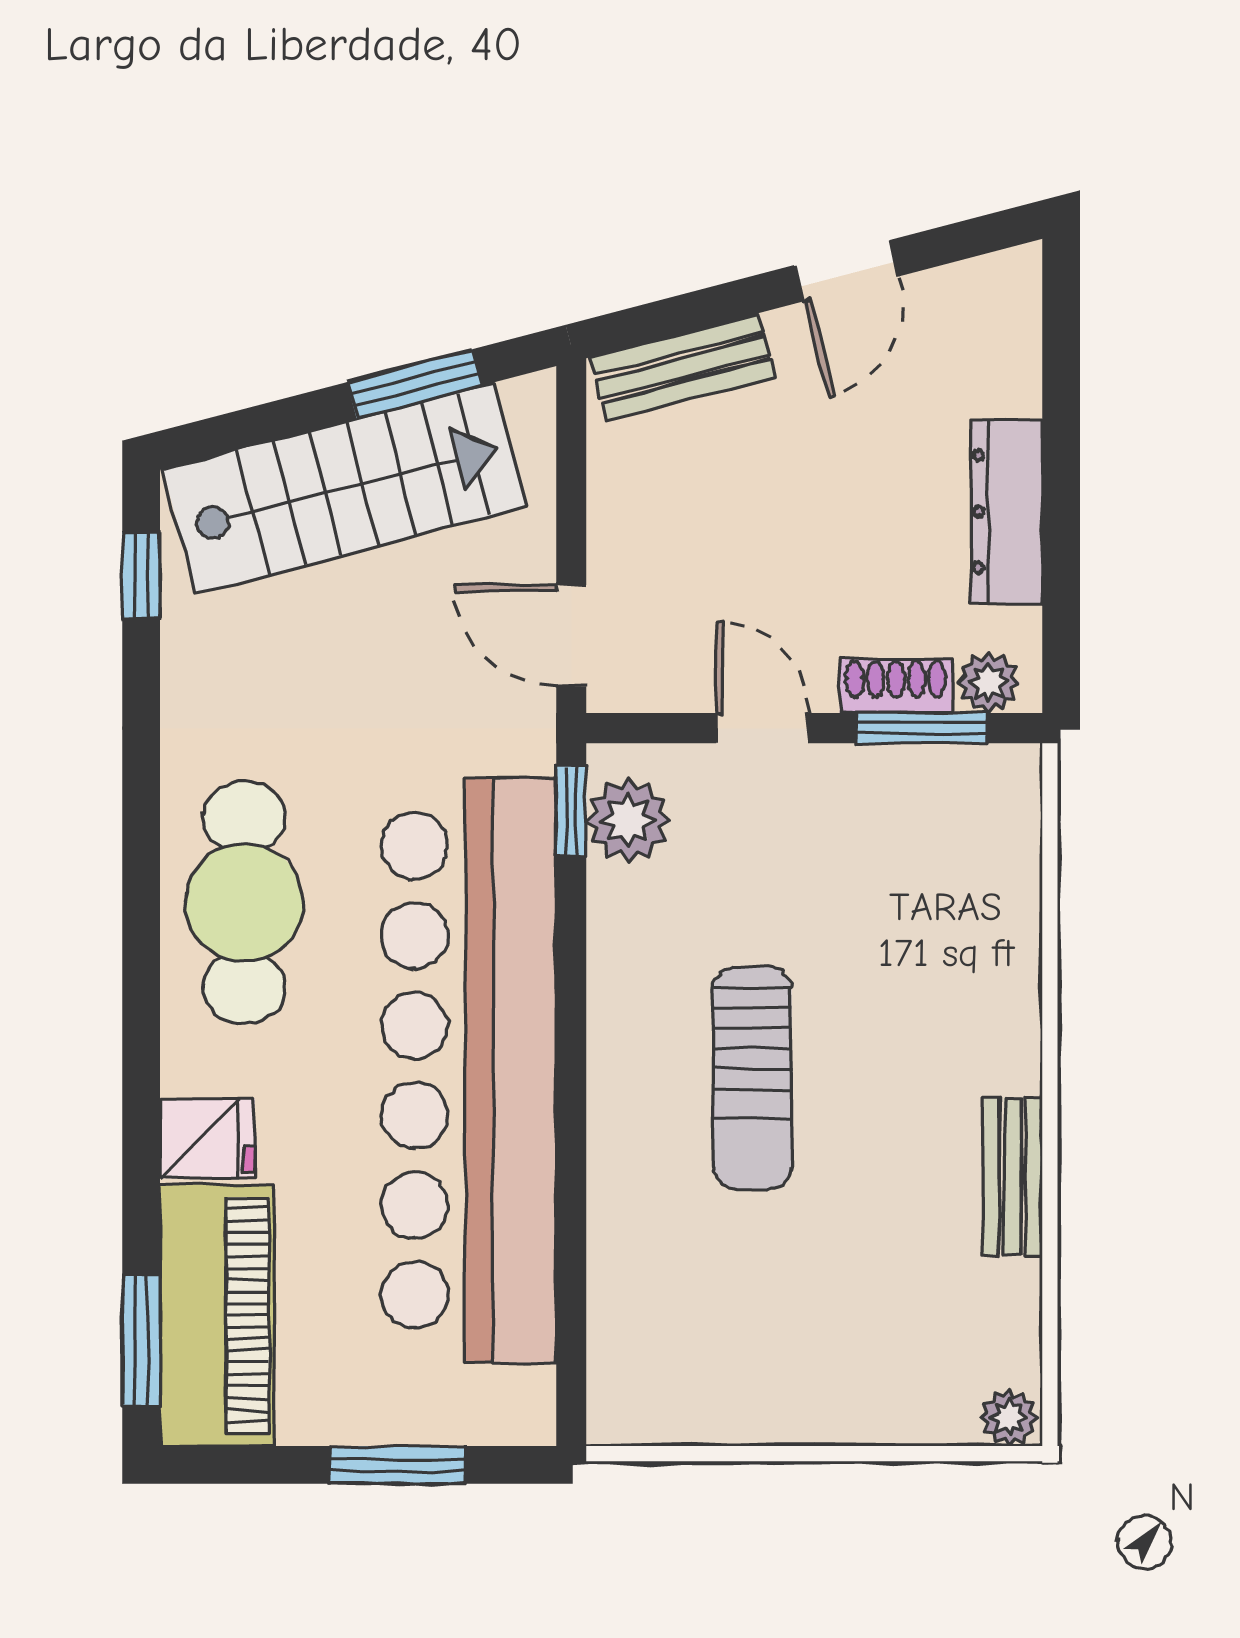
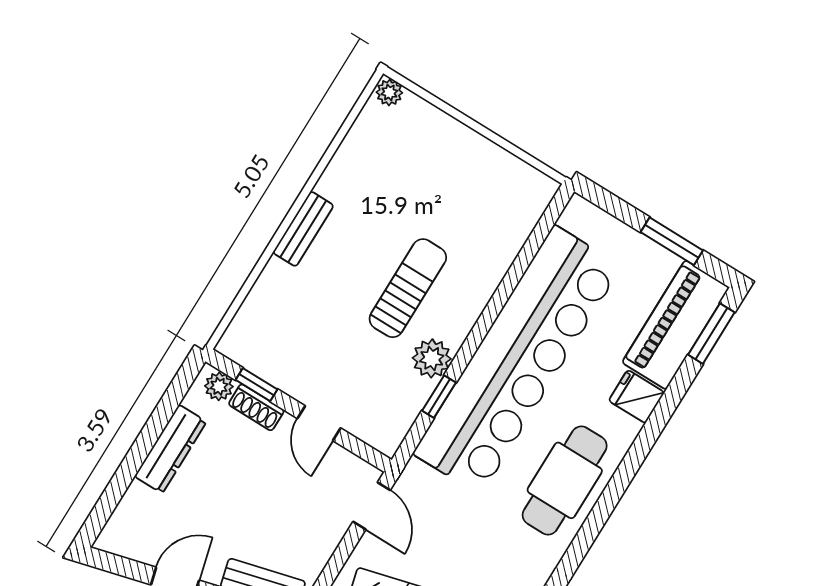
window: (921, 728) -> (257, 385), width x0.67
window: (571, 811) -> (439, 397), moved
plant: (628, 820) -> (432, 358), moved
bench: (1012, 1176) -> (303, 229), moved
window: (397, 1465) -> (672, 241), moved

